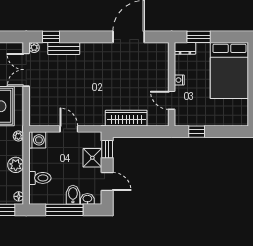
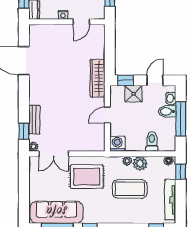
wardrobe: (126, 118) -> (97, 78), moved
plant: (18, 136) -> (127, 161), moved

